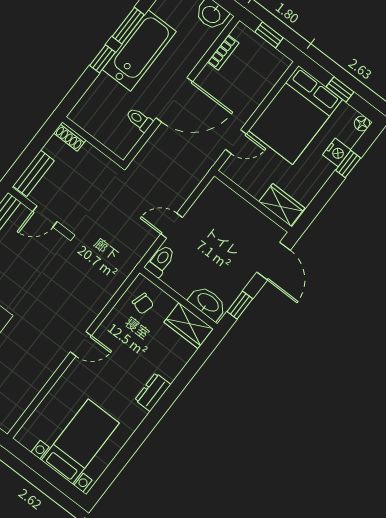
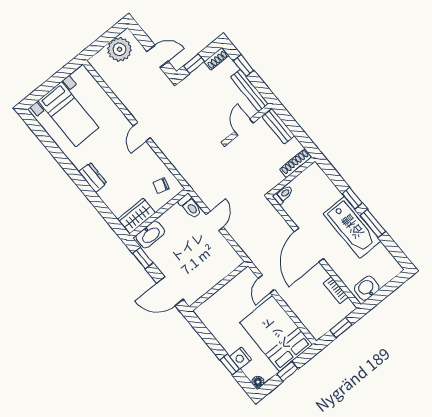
toilet: (139, 120) -> (283, 195), moved
shoe rack: (70, 136) -> (296, 163), width x1.43
wardrobe: (282, 205) -> (211, 307), removed

